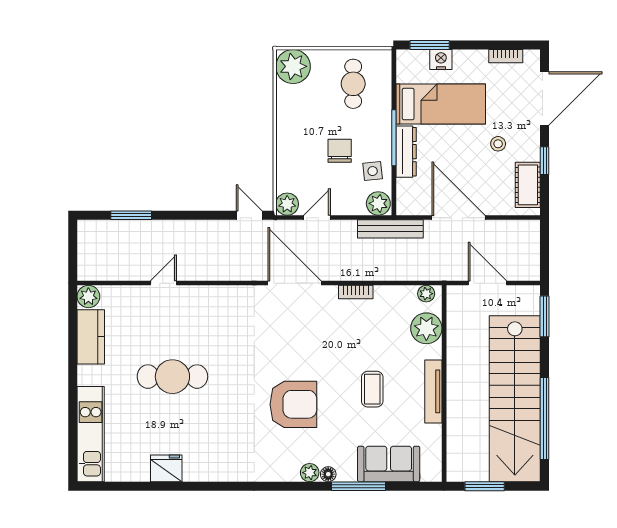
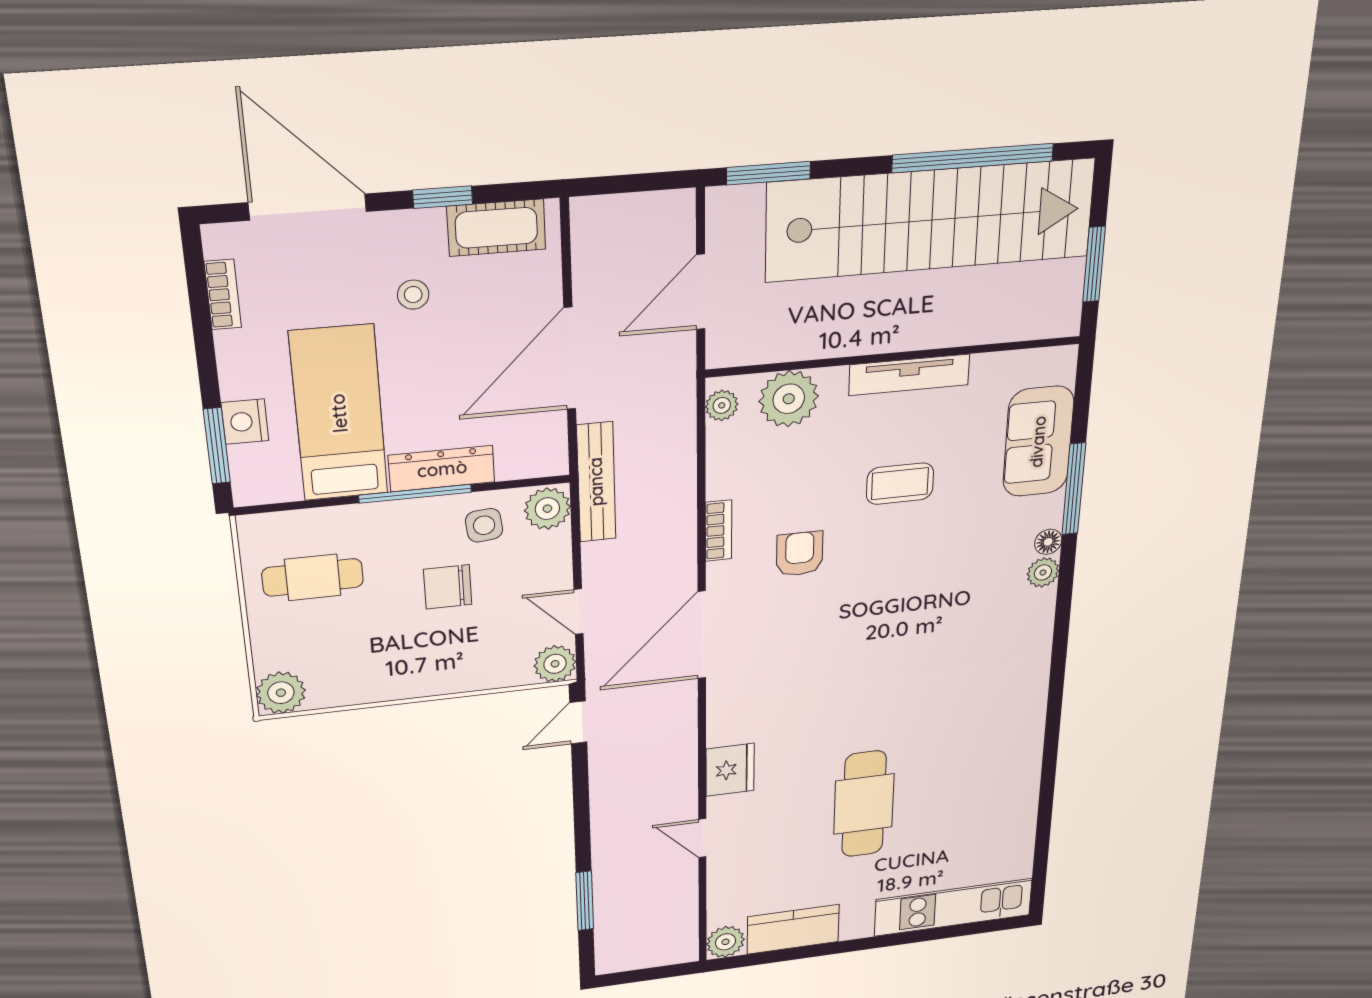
plant: (293, 66) -> (281, 693), width x0.73, depth x0.73
armchair: (293, 404) -> (800, 554), moved, width x0.53, depth x0.53
fridge: (166, 468) -> (730, 770), moved, turned 180

